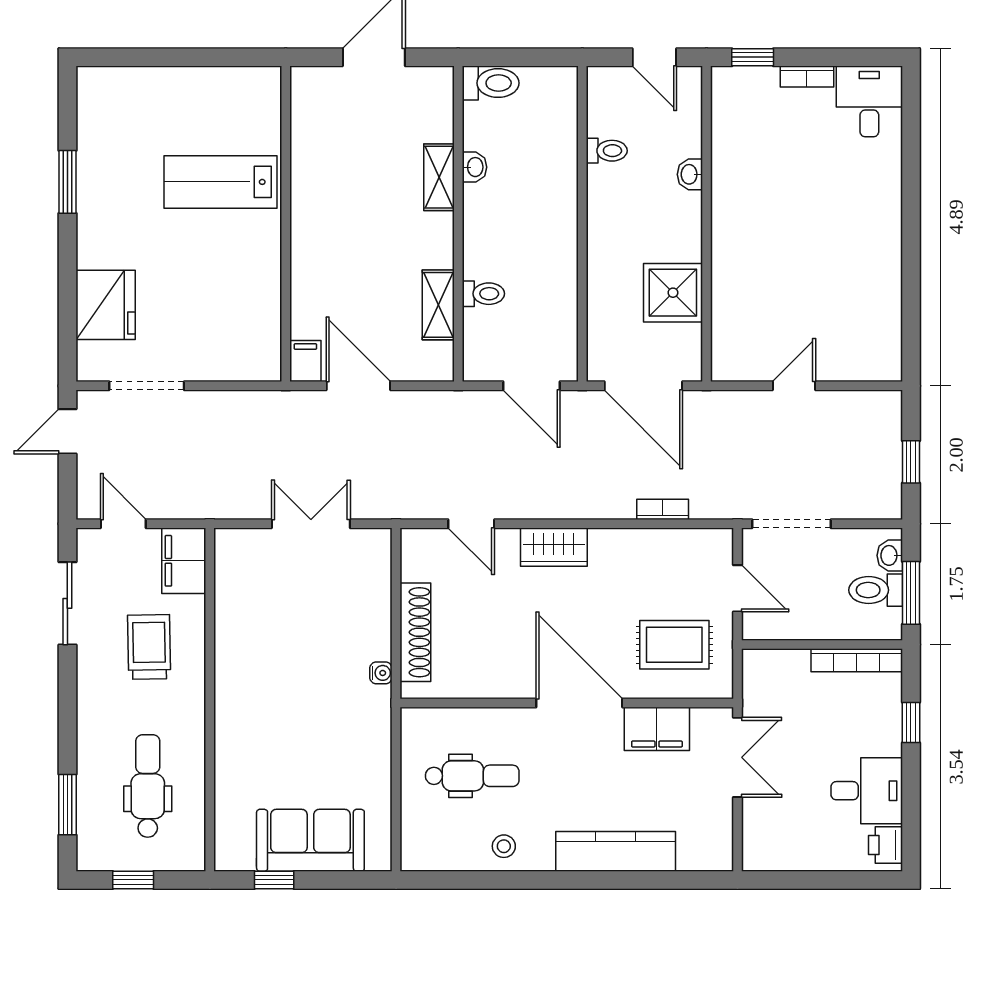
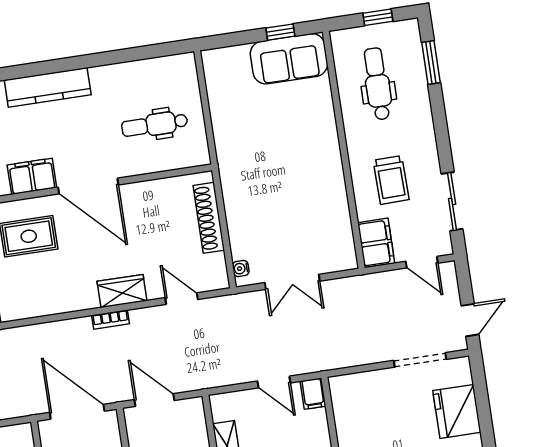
door: (358, 386) -> (274, 382), width x0.73
bookcase: (663, 509) -> (110, 319), moved
water cooler: (381, 673) -> (241, 268), moved
dental chair: (148, 786) -> (378, 84), turned 180
sofa: (310, 840) -> (289, 59), moved
stool: (504, 846) -> (125, 79), removed

